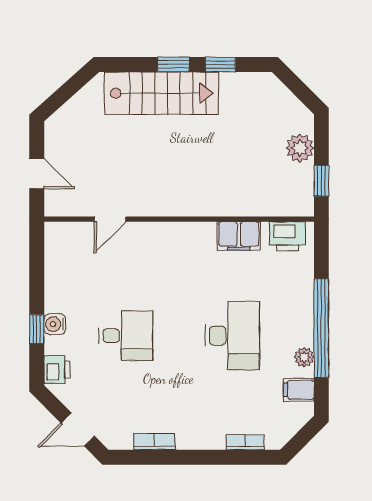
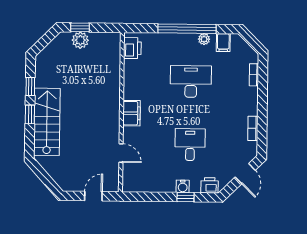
window: (321, 181) -> (80, 27), moved
filing cabinet: (239, 236) -> (131, 113), moved

